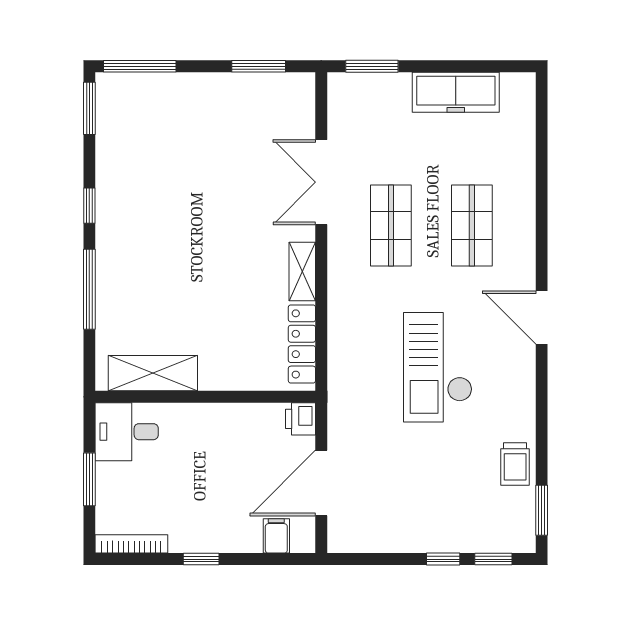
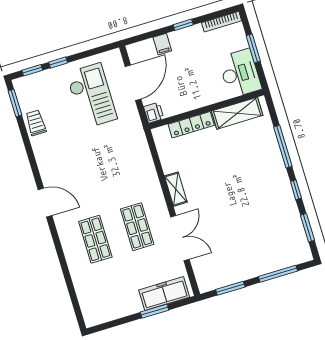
window: (140, 66) -> (278, 274), moved
window: (372, 66) -> (155, 311), moved
freezer: (456, 92) -> (164, 294), moved
window: (89, 108) -> (307, 228), moved
locker: (302, 344) -> (191, 125), moved, turned 90
checkout: (438, 367) -> (91, 96), moved
desk: (127, 432) -> (240, 73), width x1.37
filing cabinet: (276, 536) -> (162, 44), moved

